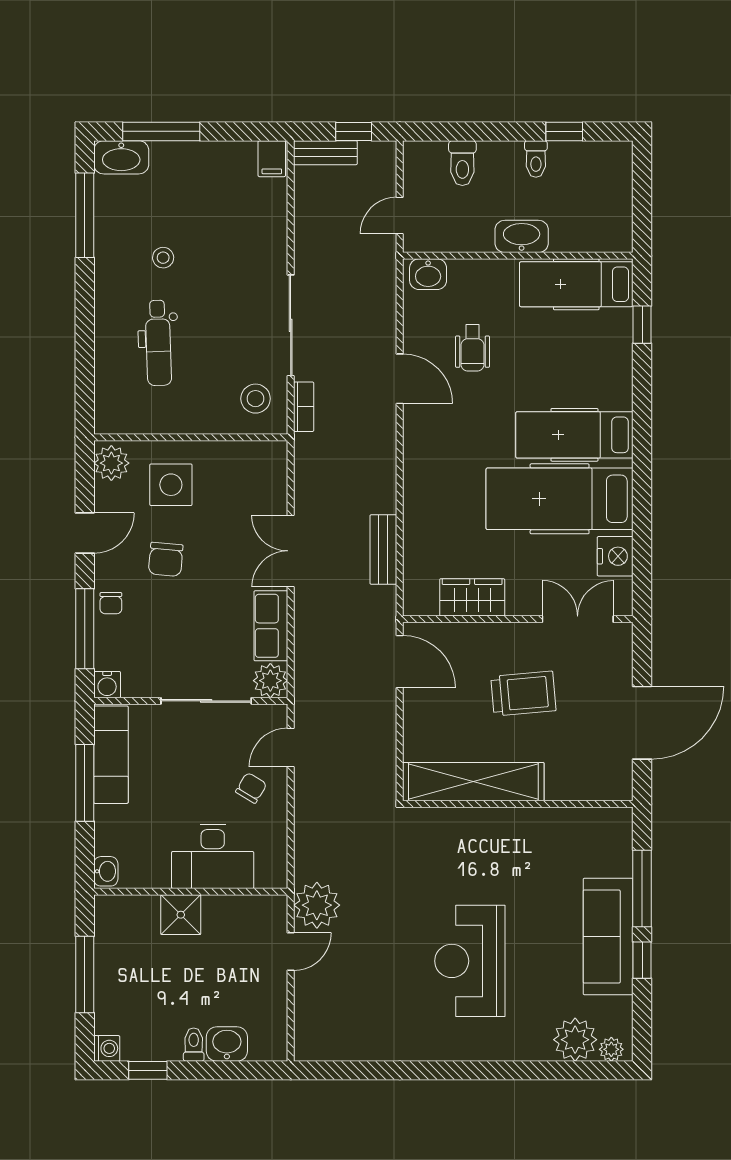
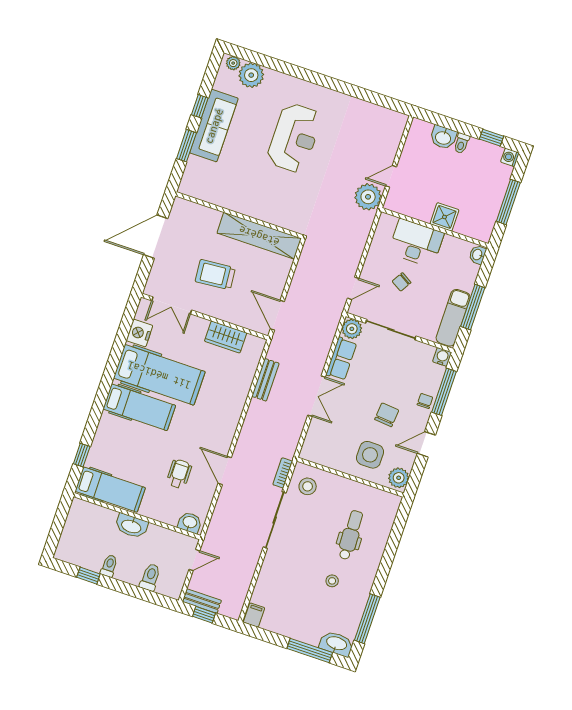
bench: (325, 153) -> (202, 601), moved
chair: (251, 788) -> (402, 282), moved
window: (642, 888) -> (186, 146), width x0.69

